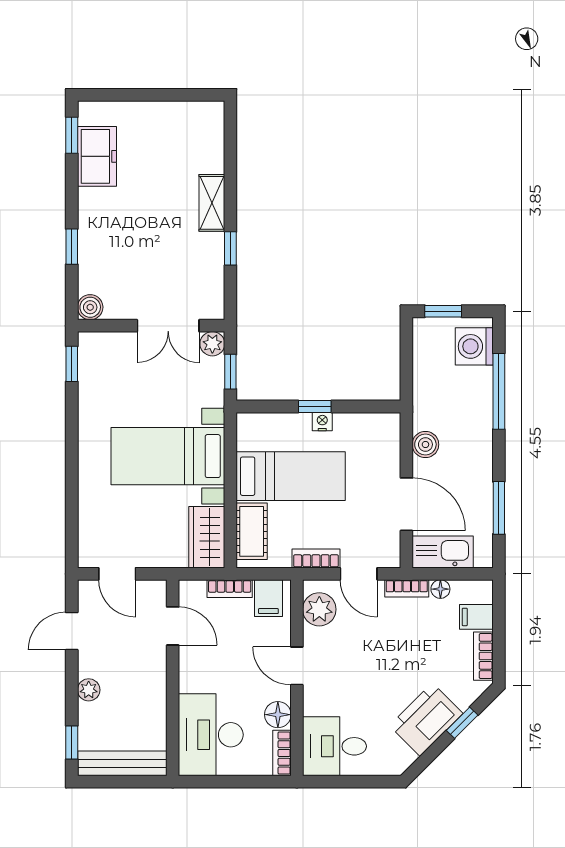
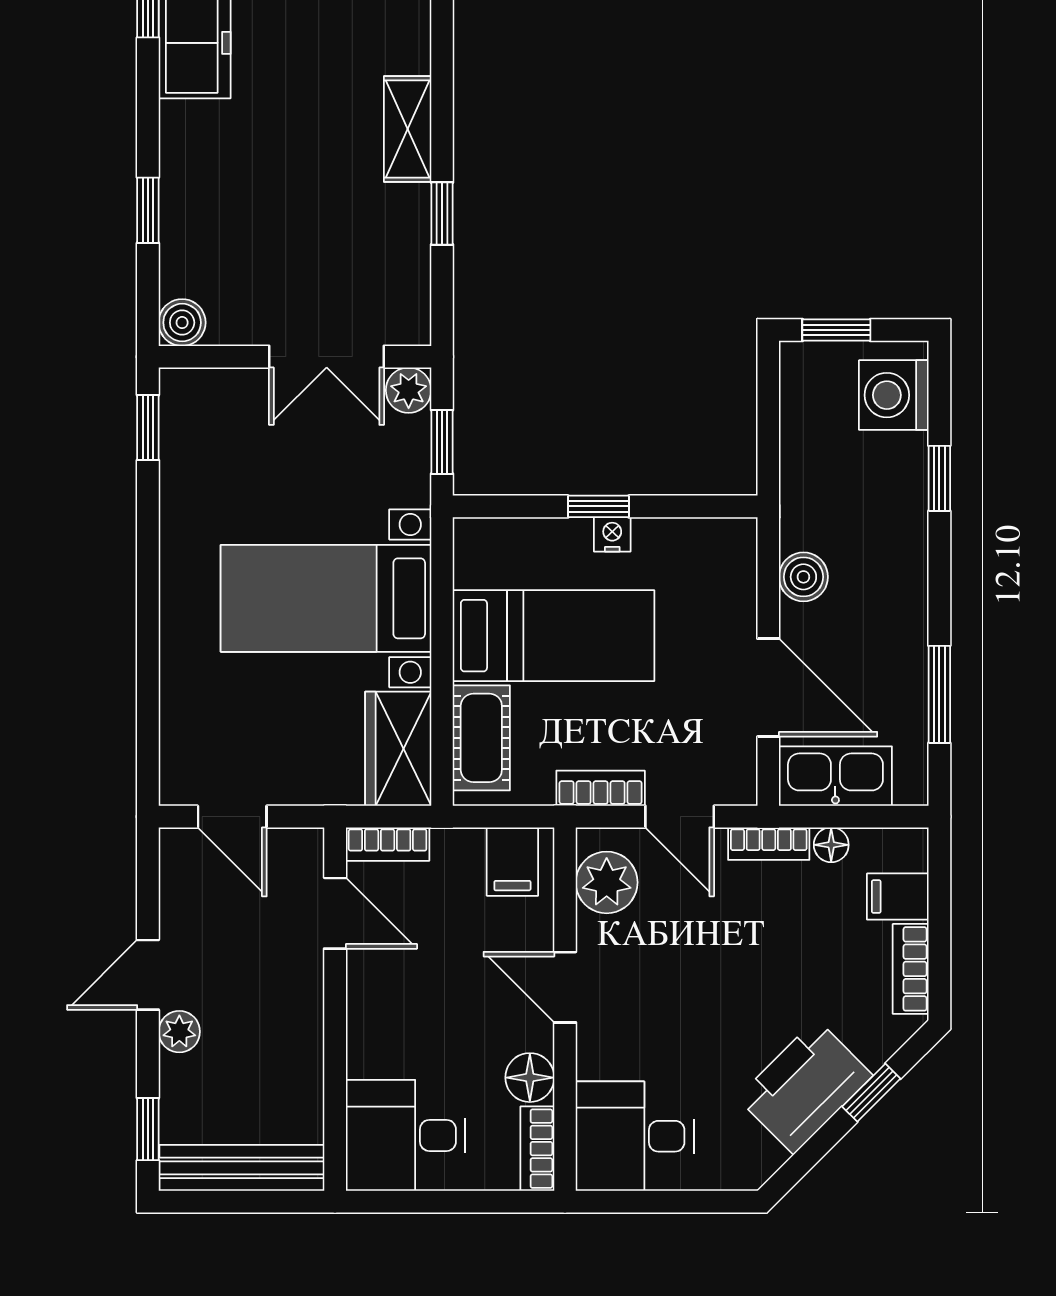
window: (499, 391) -> (939, 478), width x0.46
bookcase: (230, 589) -> (388, 844), moved
door: (72, 631) -> (148, 975), moved
desk: (211, 735) -> (406, 1135), width x0.73

